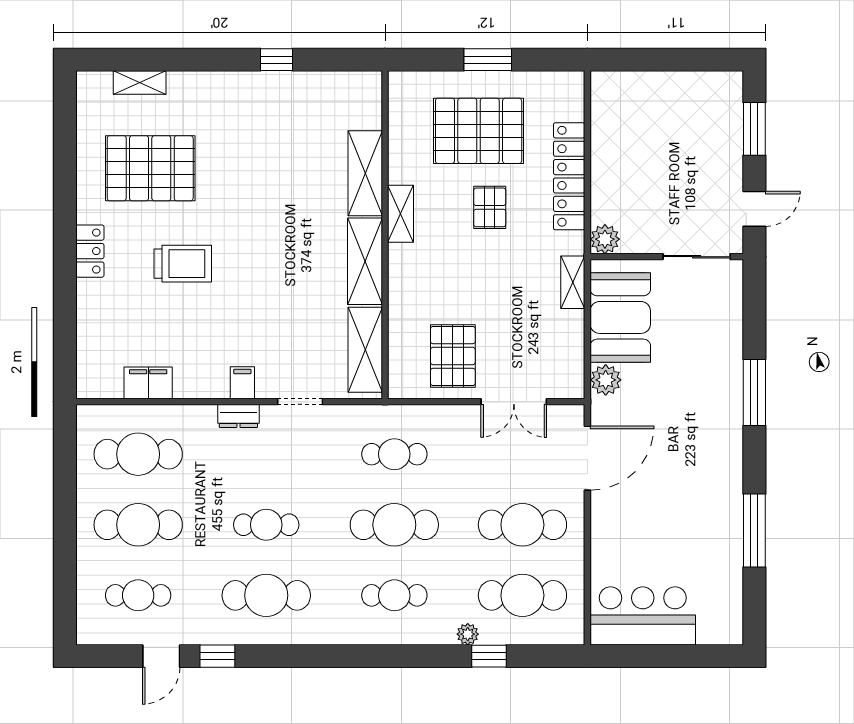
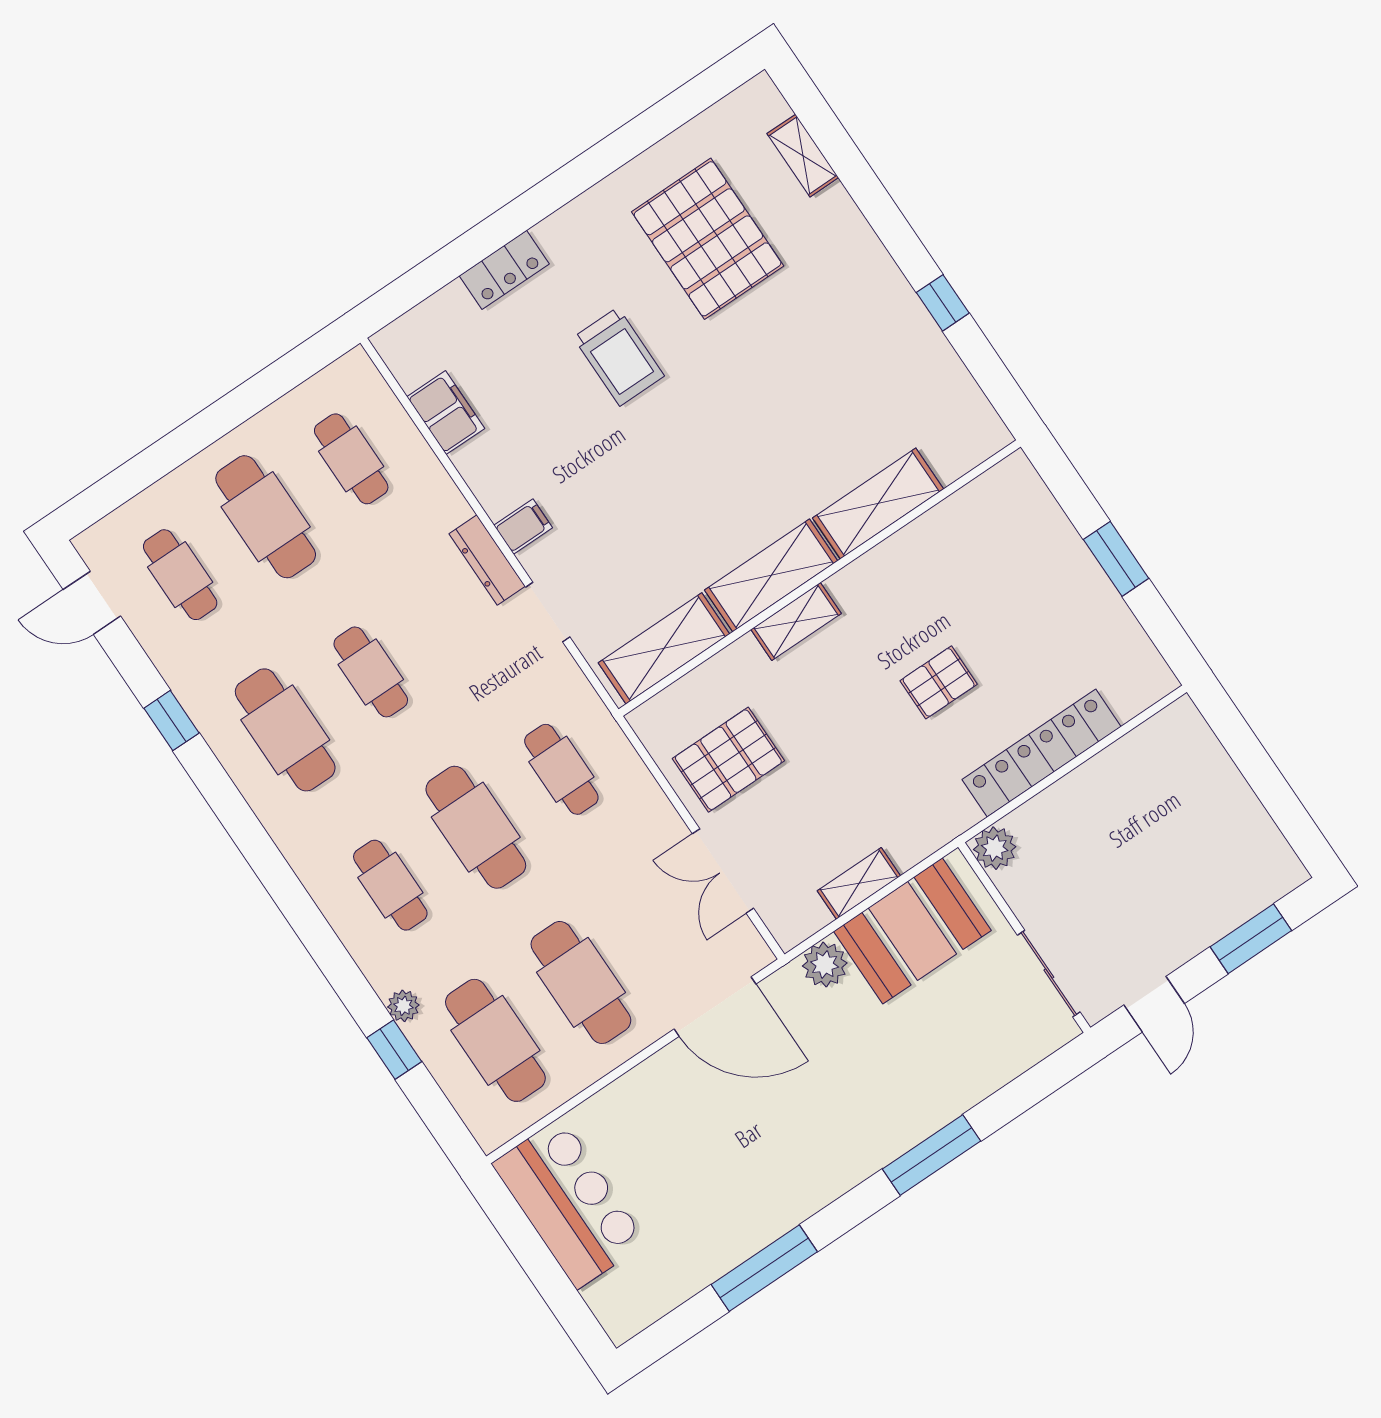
pallet: (479, 131) -> (1022, 606), removed
door: (754, 209) -> (1154, 1004), hinge flipped
shelving: (401, 214) -> (796, 622), moved
locker: (90, 251) -> (504, 270), moved
shelving: (573, 282) -> (859, 883), moved
dresser: (238, 416) -> (487, 560), width x1.44
cafe table: (138, 454) -> (351, 459), width x0.73, depth x0.74
door: (161, 656) -> (92, 603), moved

